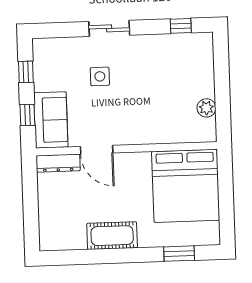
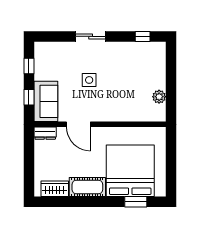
side table: (100, 76) -> (89, 80), moved
dresser: (58, 163) -> (45, 133), width x0.70
bed: (186, 186) -> (130, 171), moved, turned 180
wardrobe: (67, 240) -> (55, 189), added

